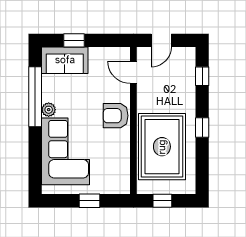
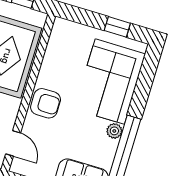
window: (90, 201) -> (117, 27), moved

